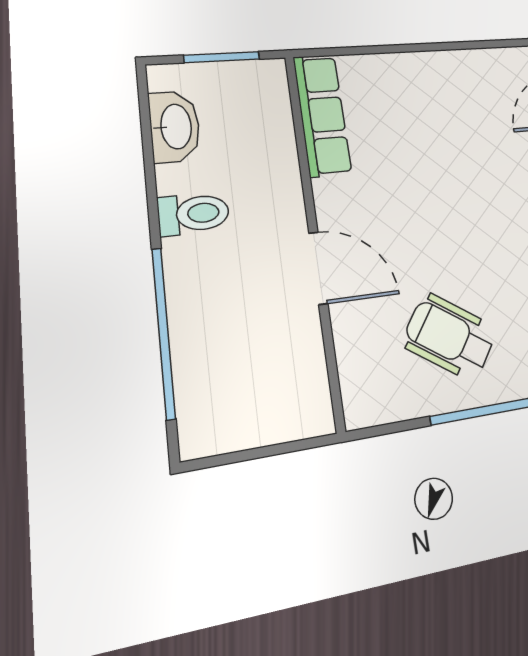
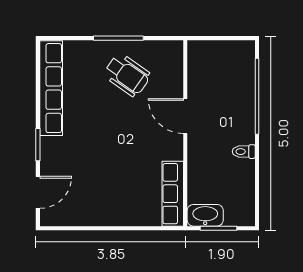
washbasin: (175, 127) -> (205, 215), moved, turned 90
toilet: (194, 214) -> (244, 152), width x0.73, depth x0.72

